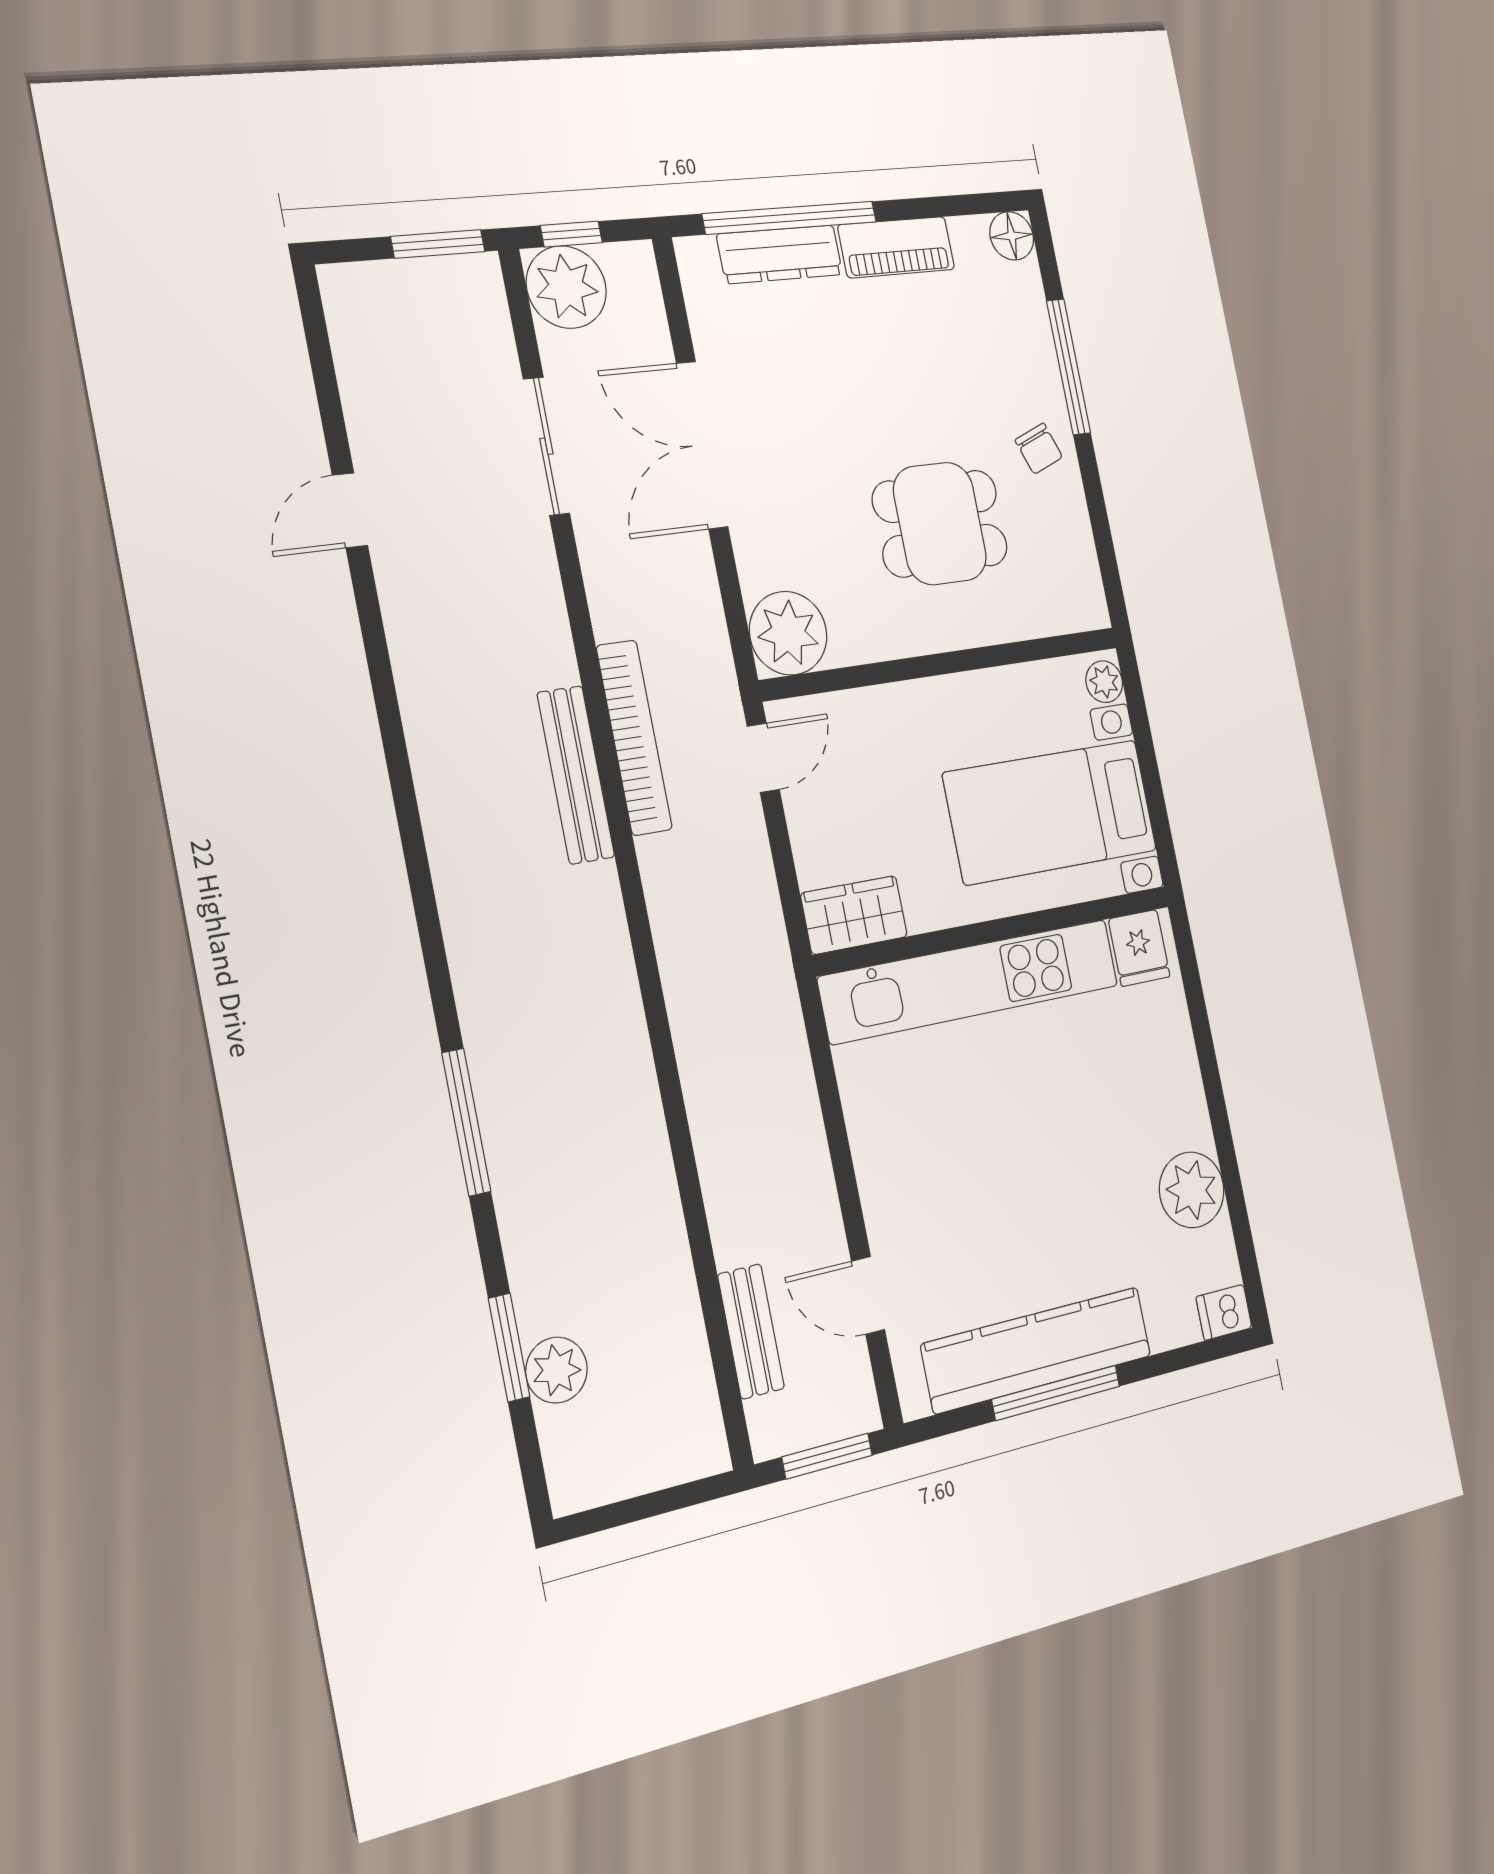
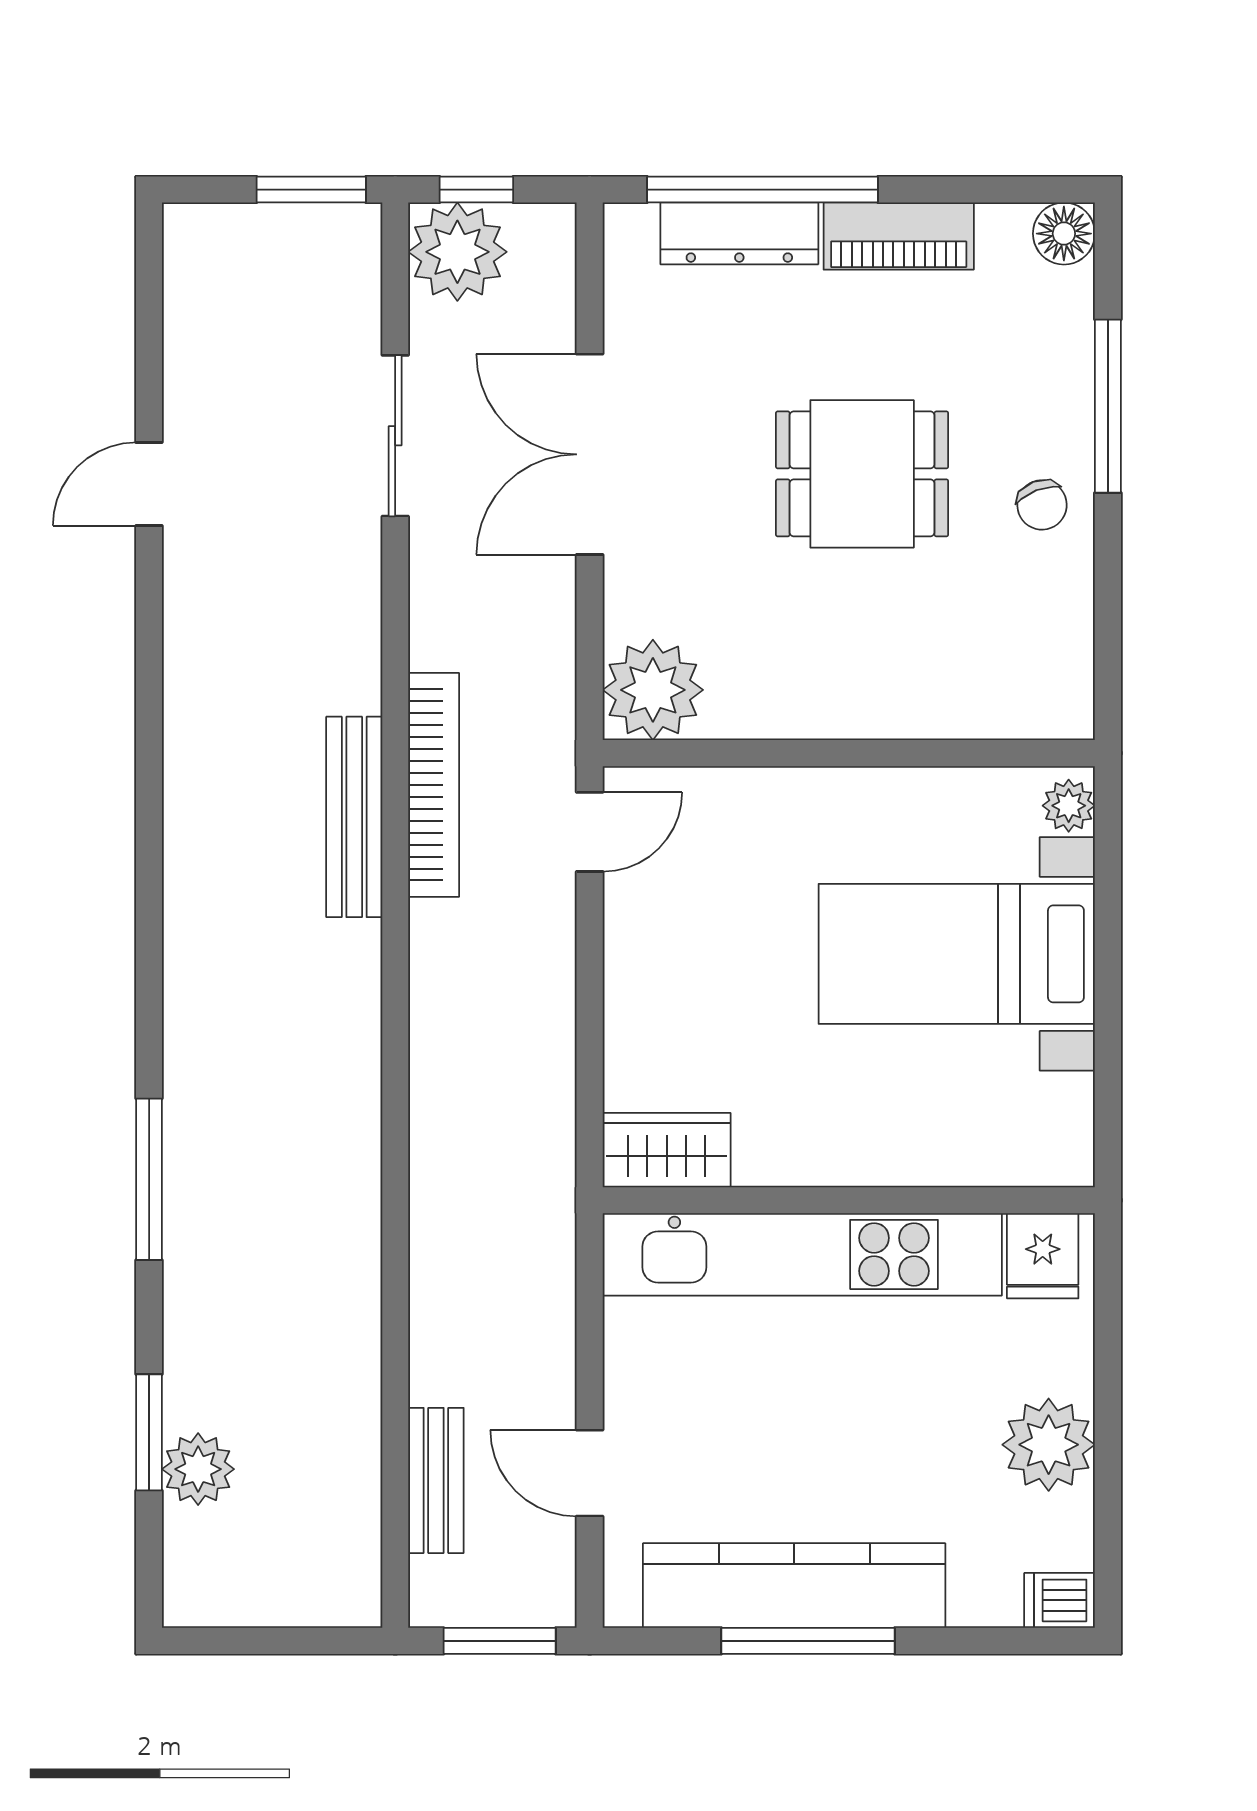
dining table: (940, 524) -> (862, 474), moved
wardrobe: (854, 915) -> (667, 1150), moved
wall: (995, 930) -> (849, 1200), moved
fridge: (1139, 948) -> (1043, 1256), moved
kitchen unit: (970, 981) -> (802, 1254), moved

